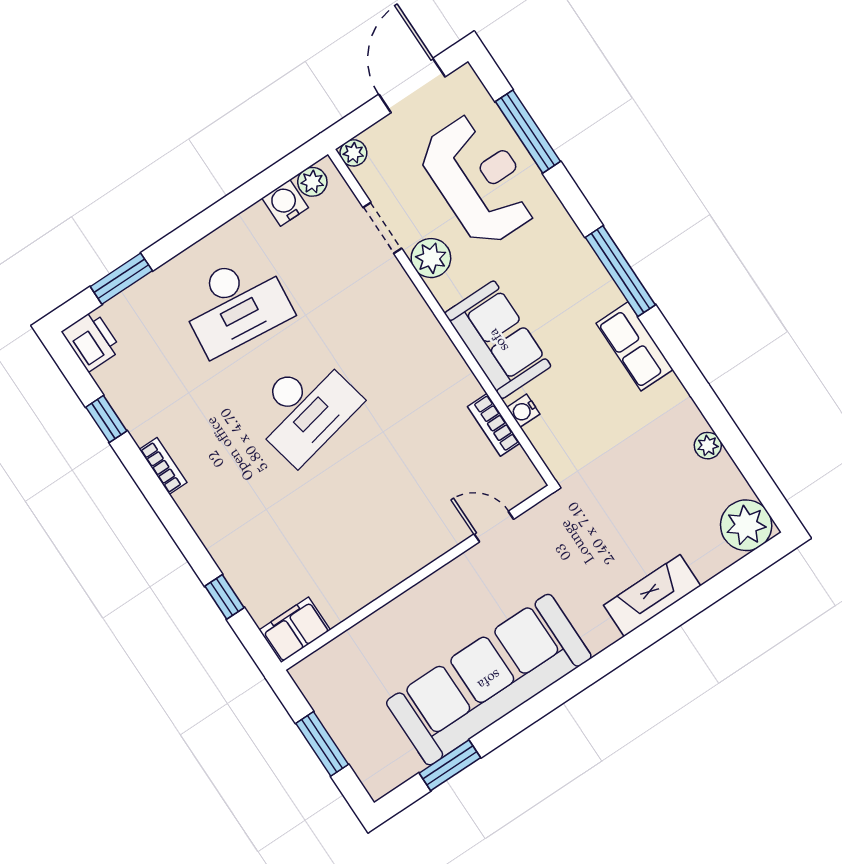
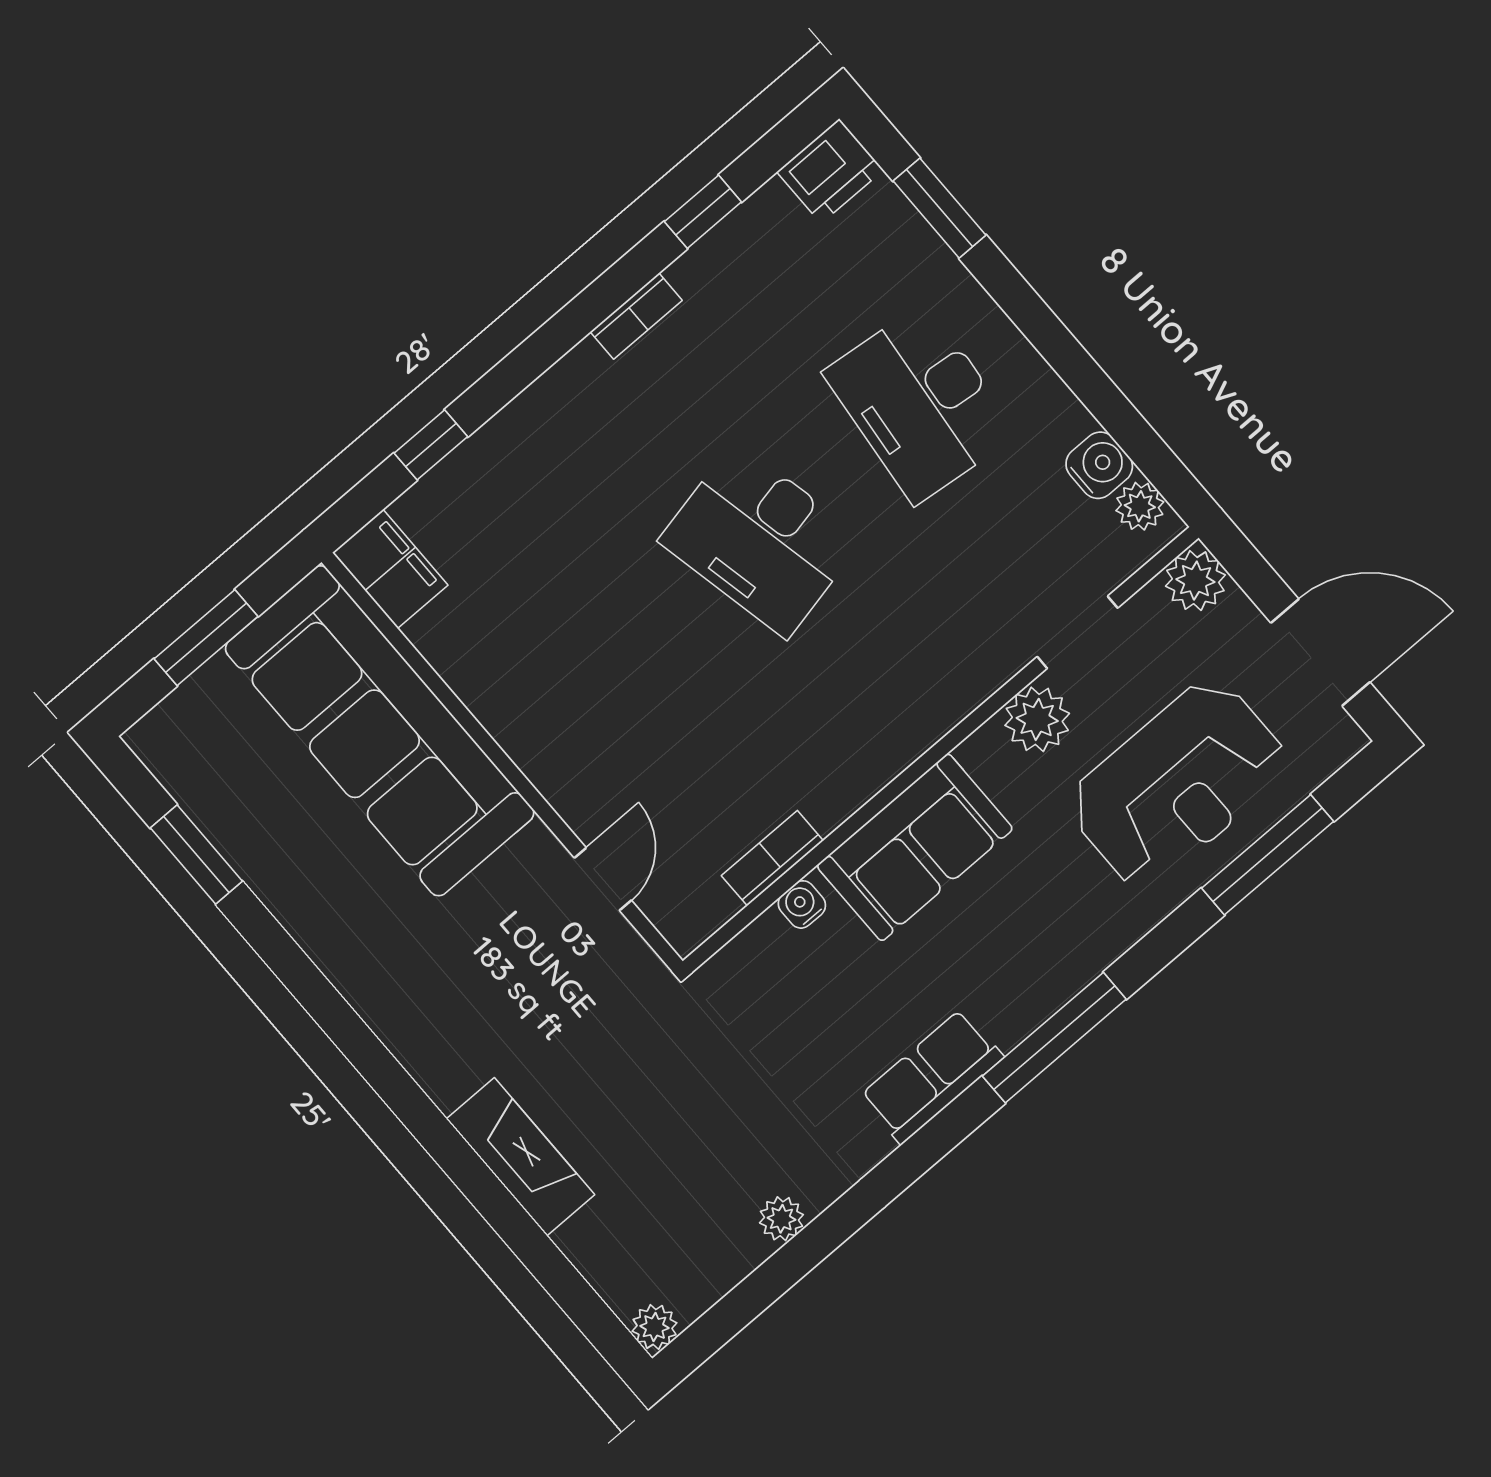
plant: (353, 153) -> (1195, 581), width x1.38, depth x1.38
plant: (746, 525) -> (655, 1327), width x0.53, depth x0.53
sofa: (489, 680) -> (380, 731), moved, turned 180

